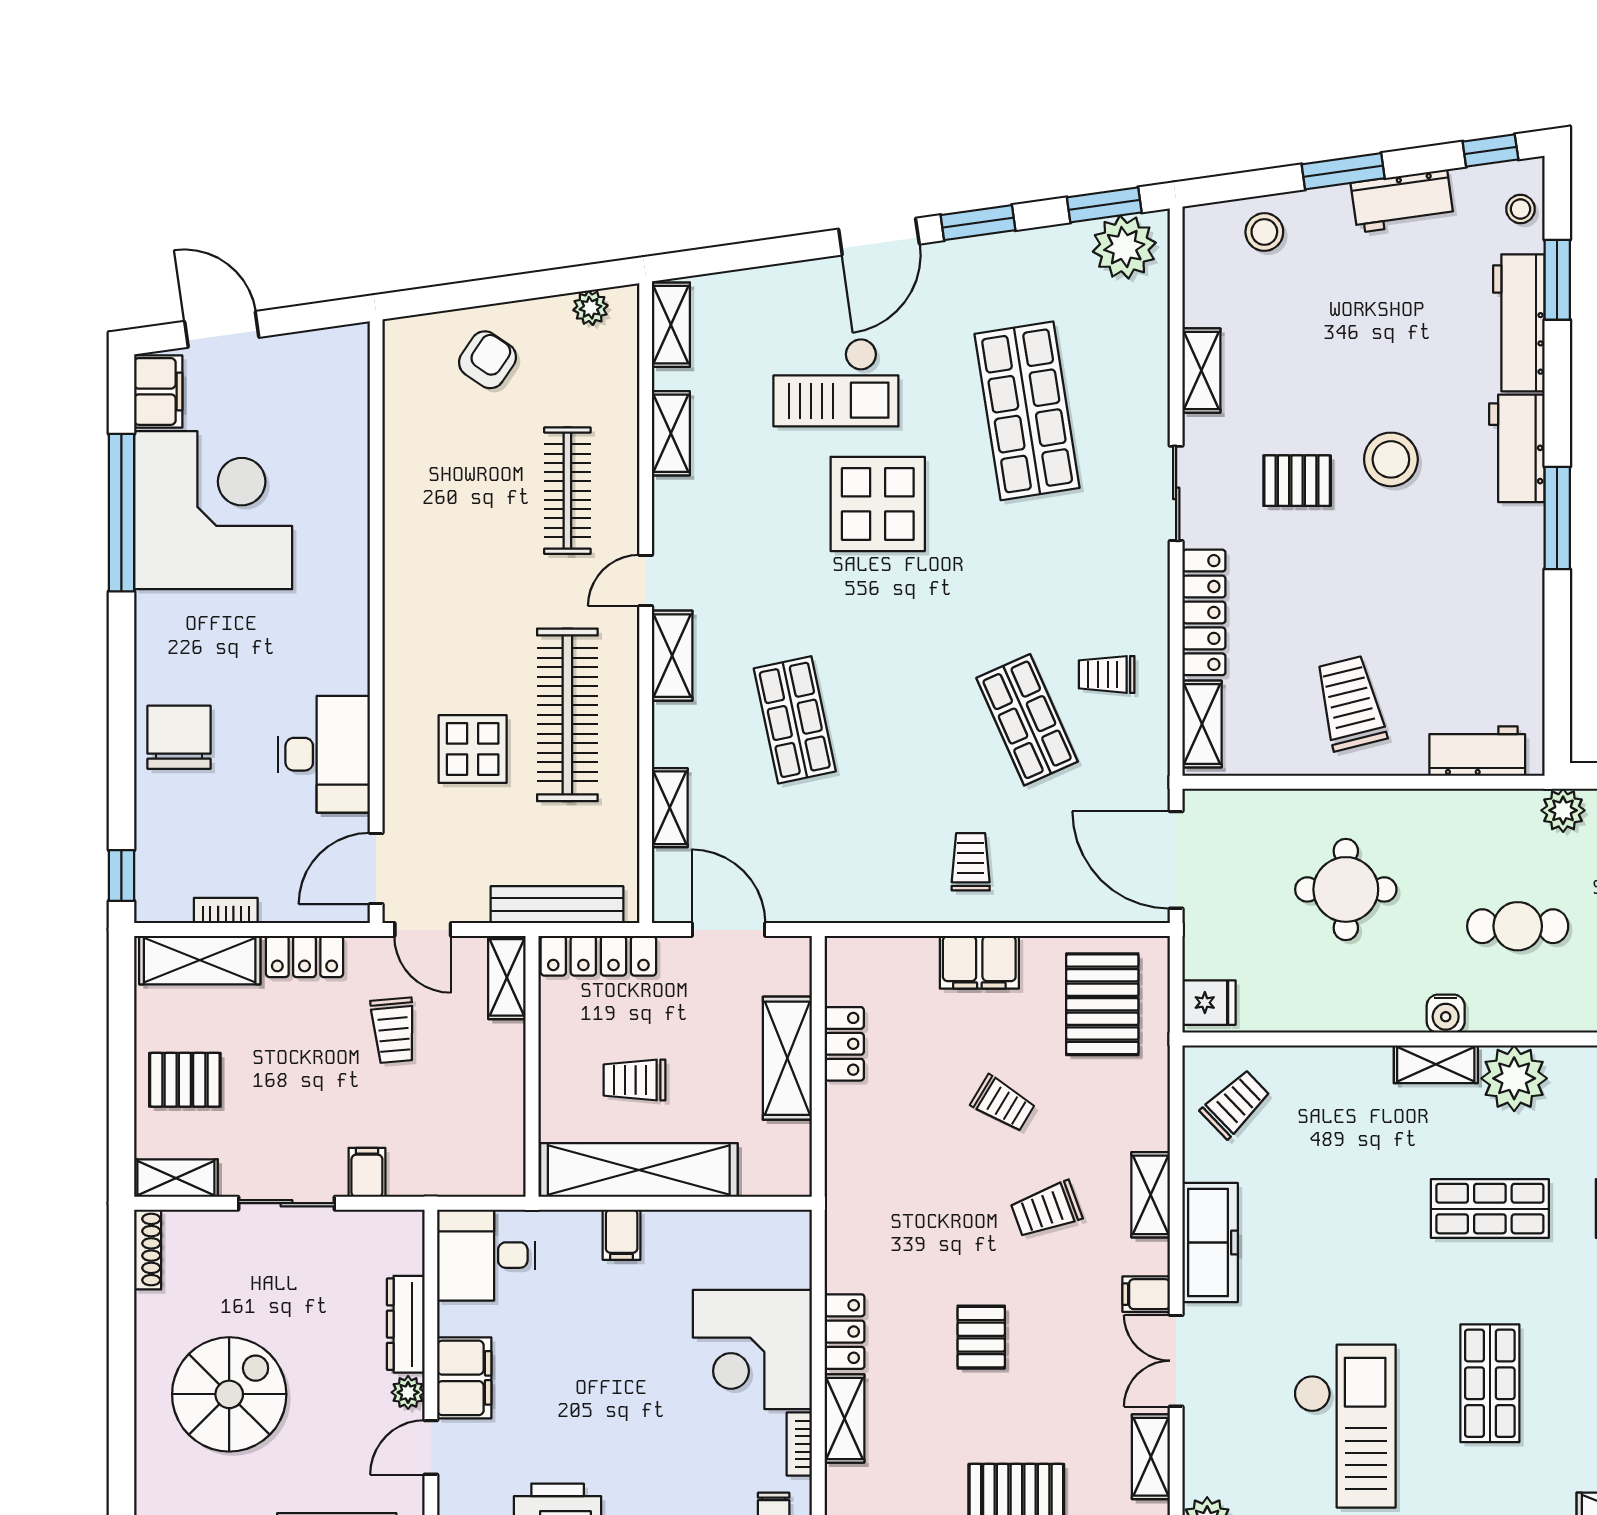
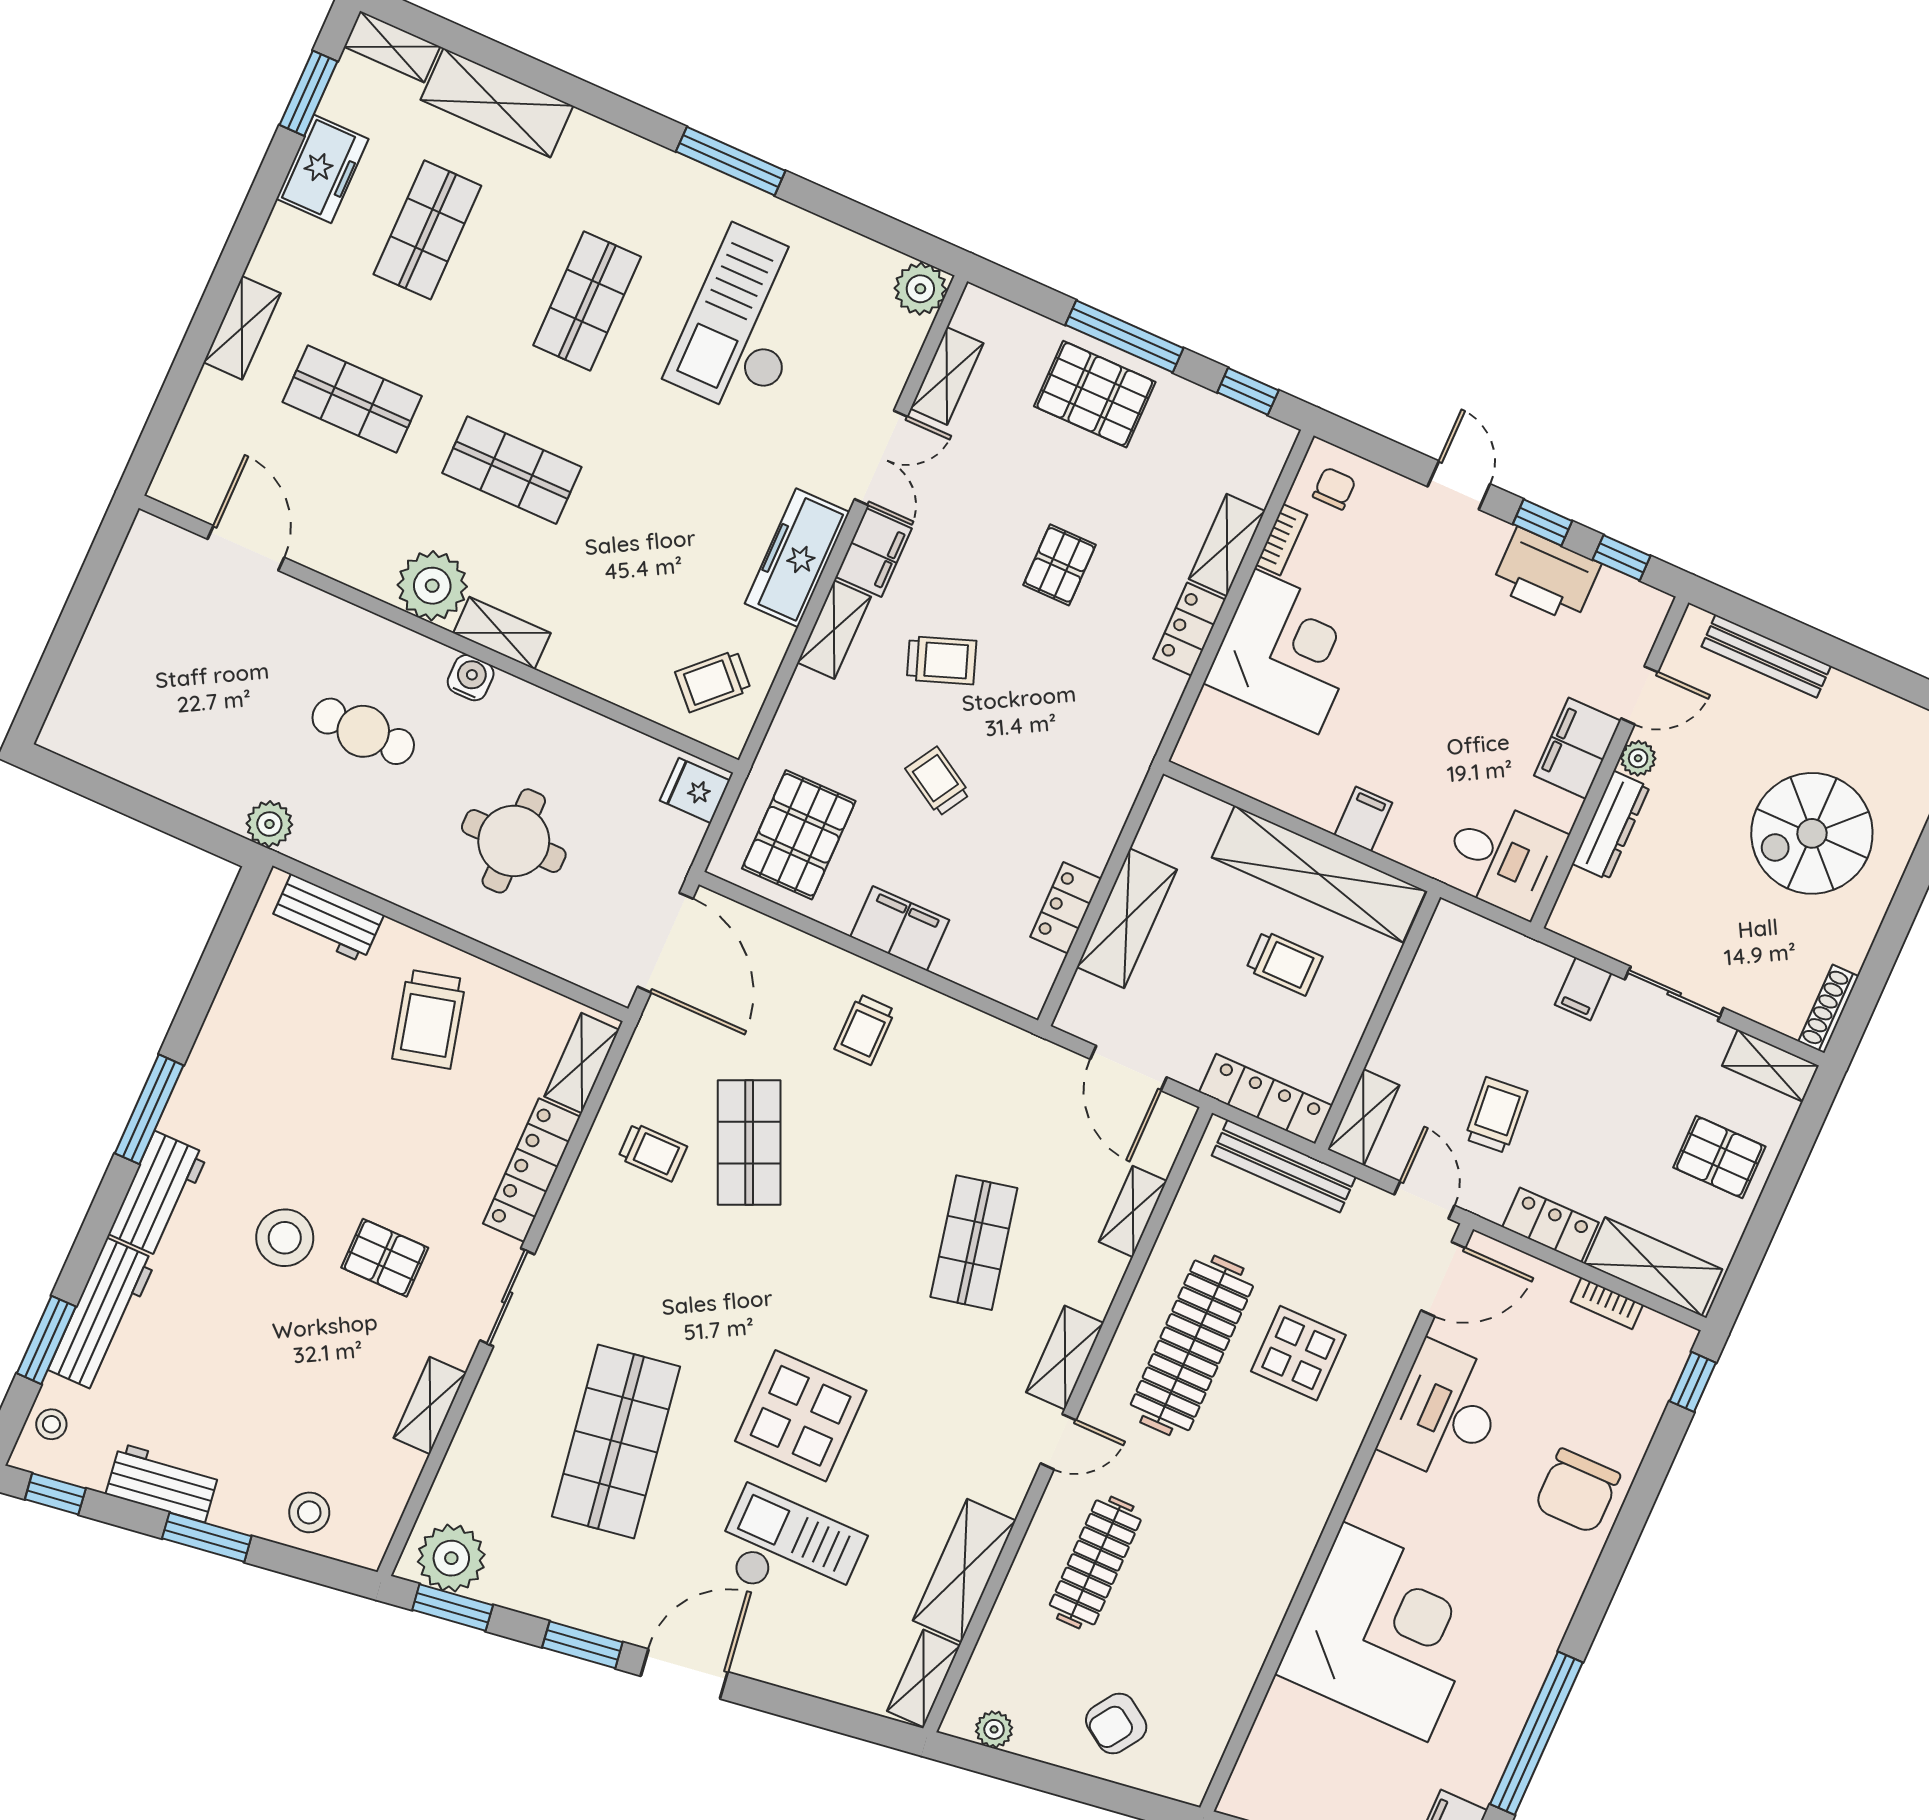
shelving: (671, 433) -> (964, 1571), width x1.50, depth x1.33
corner desk: (213, 510) -> (1385, 1632), moved, turned 180
filing cabinet: (1146, 1294) -> (874, 553), width x2.00

